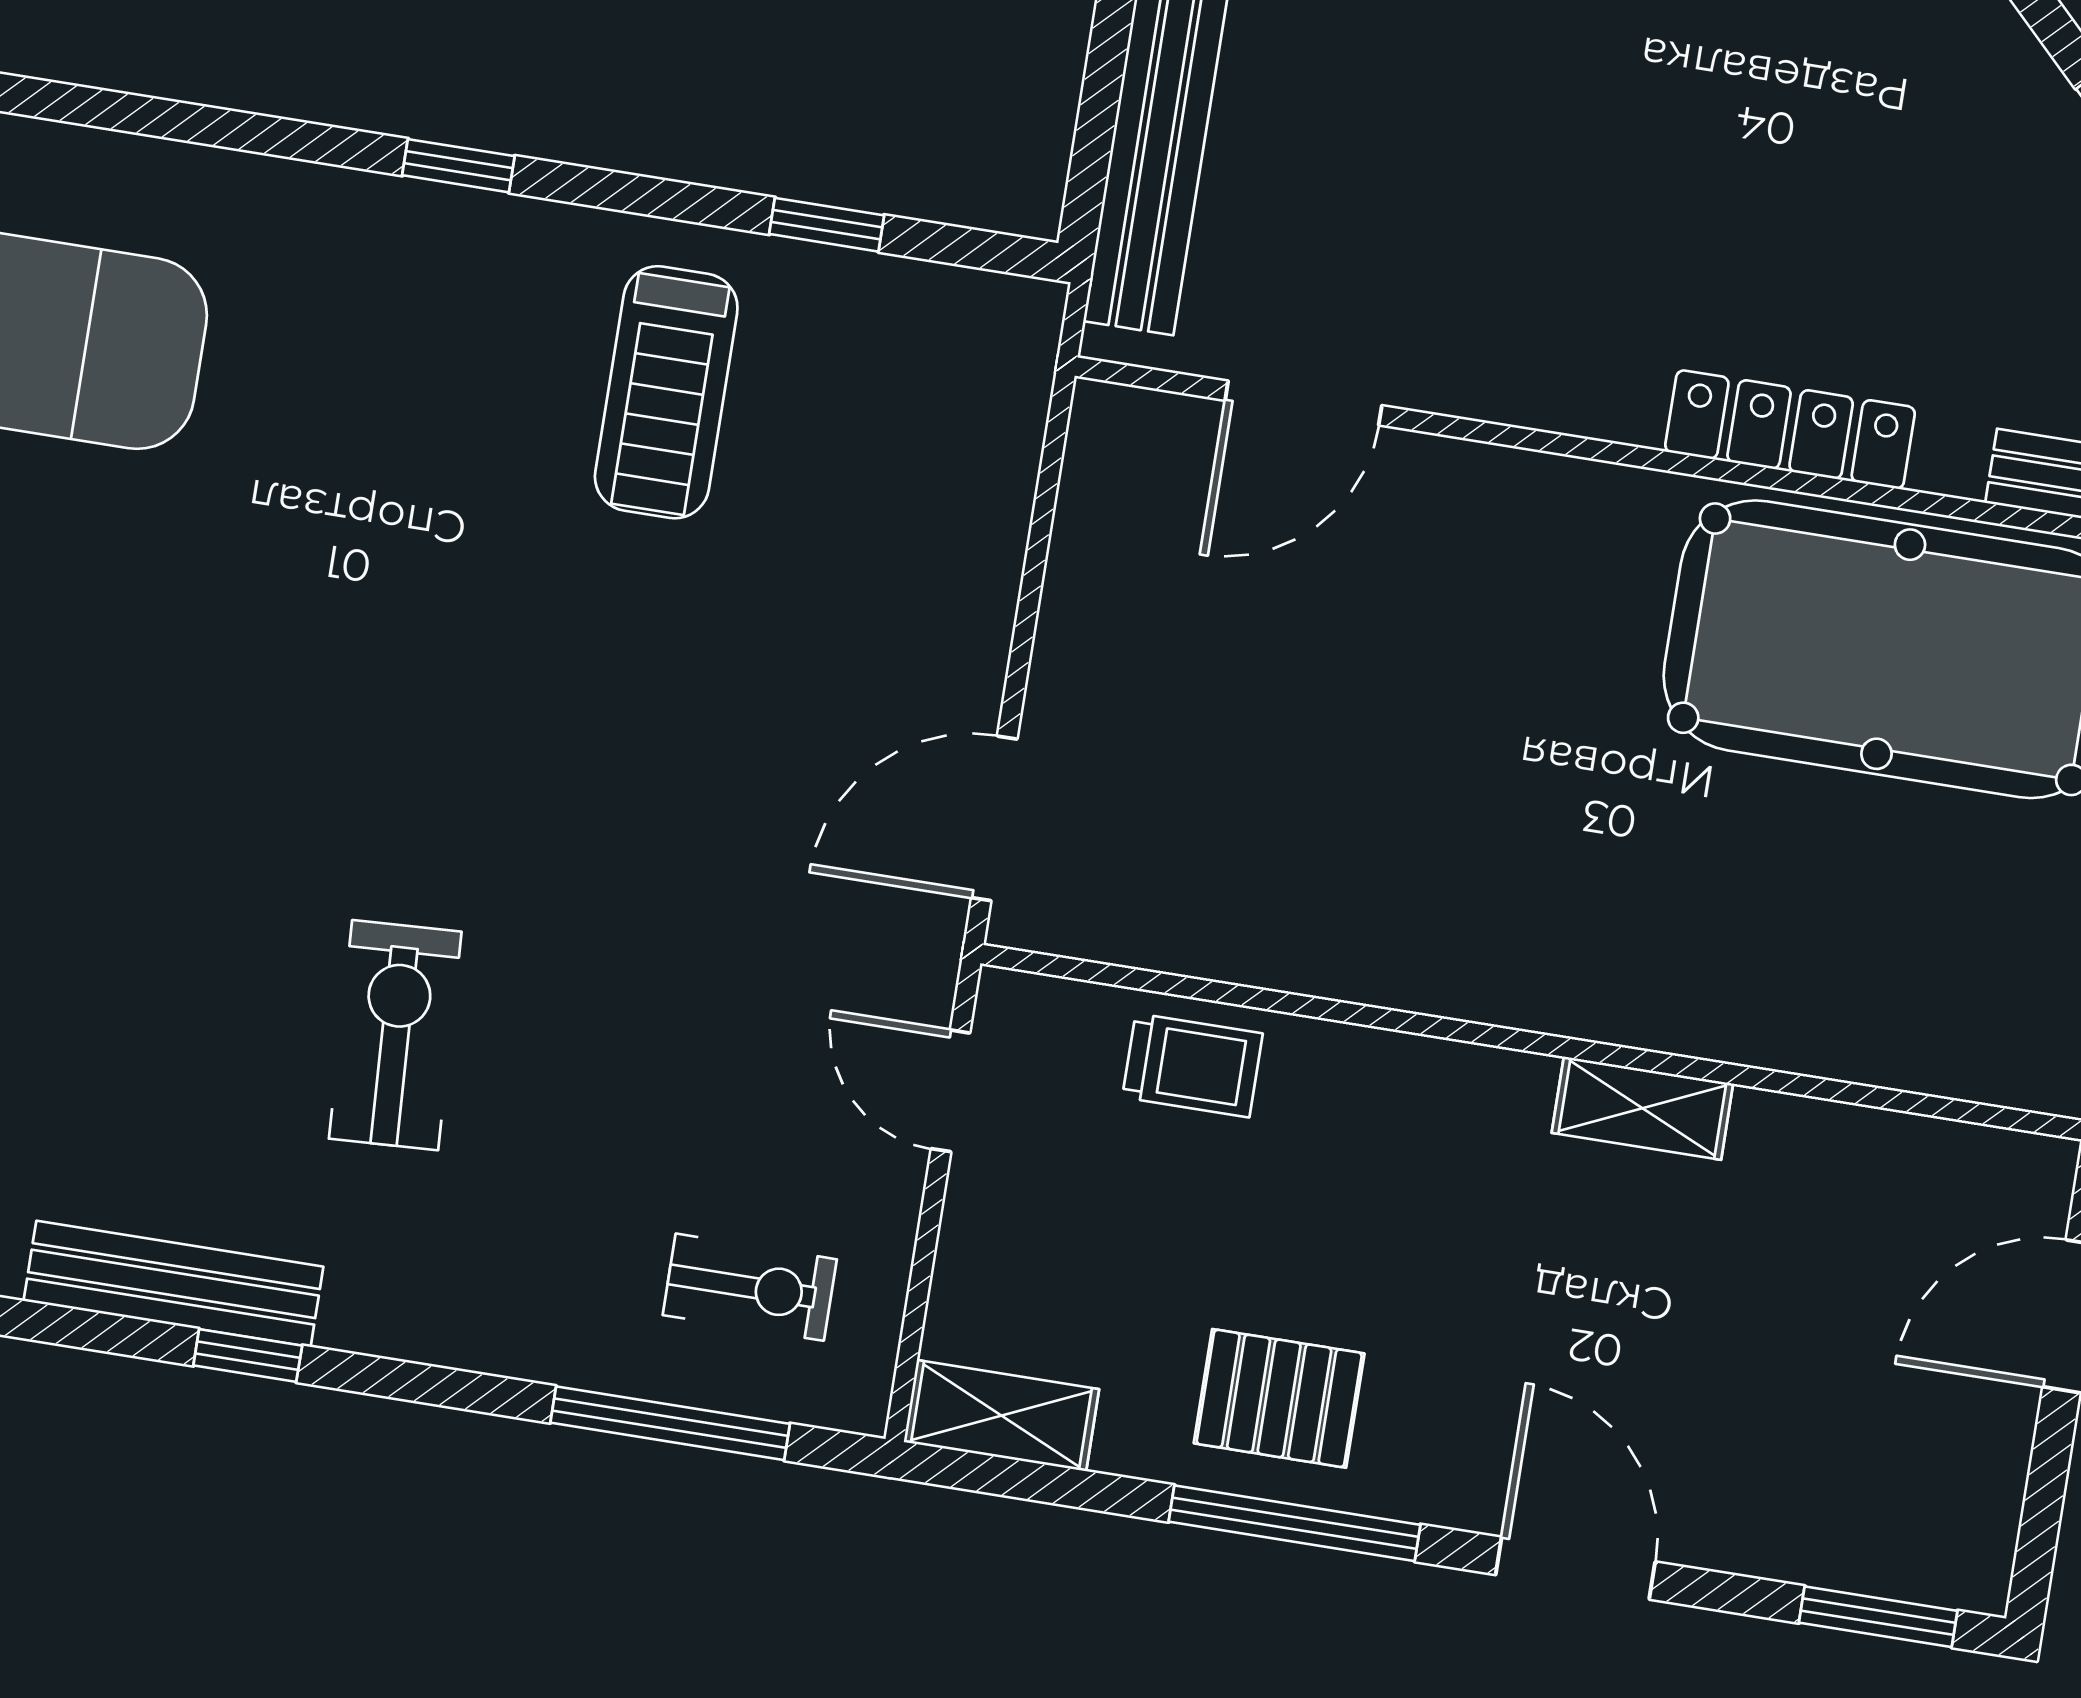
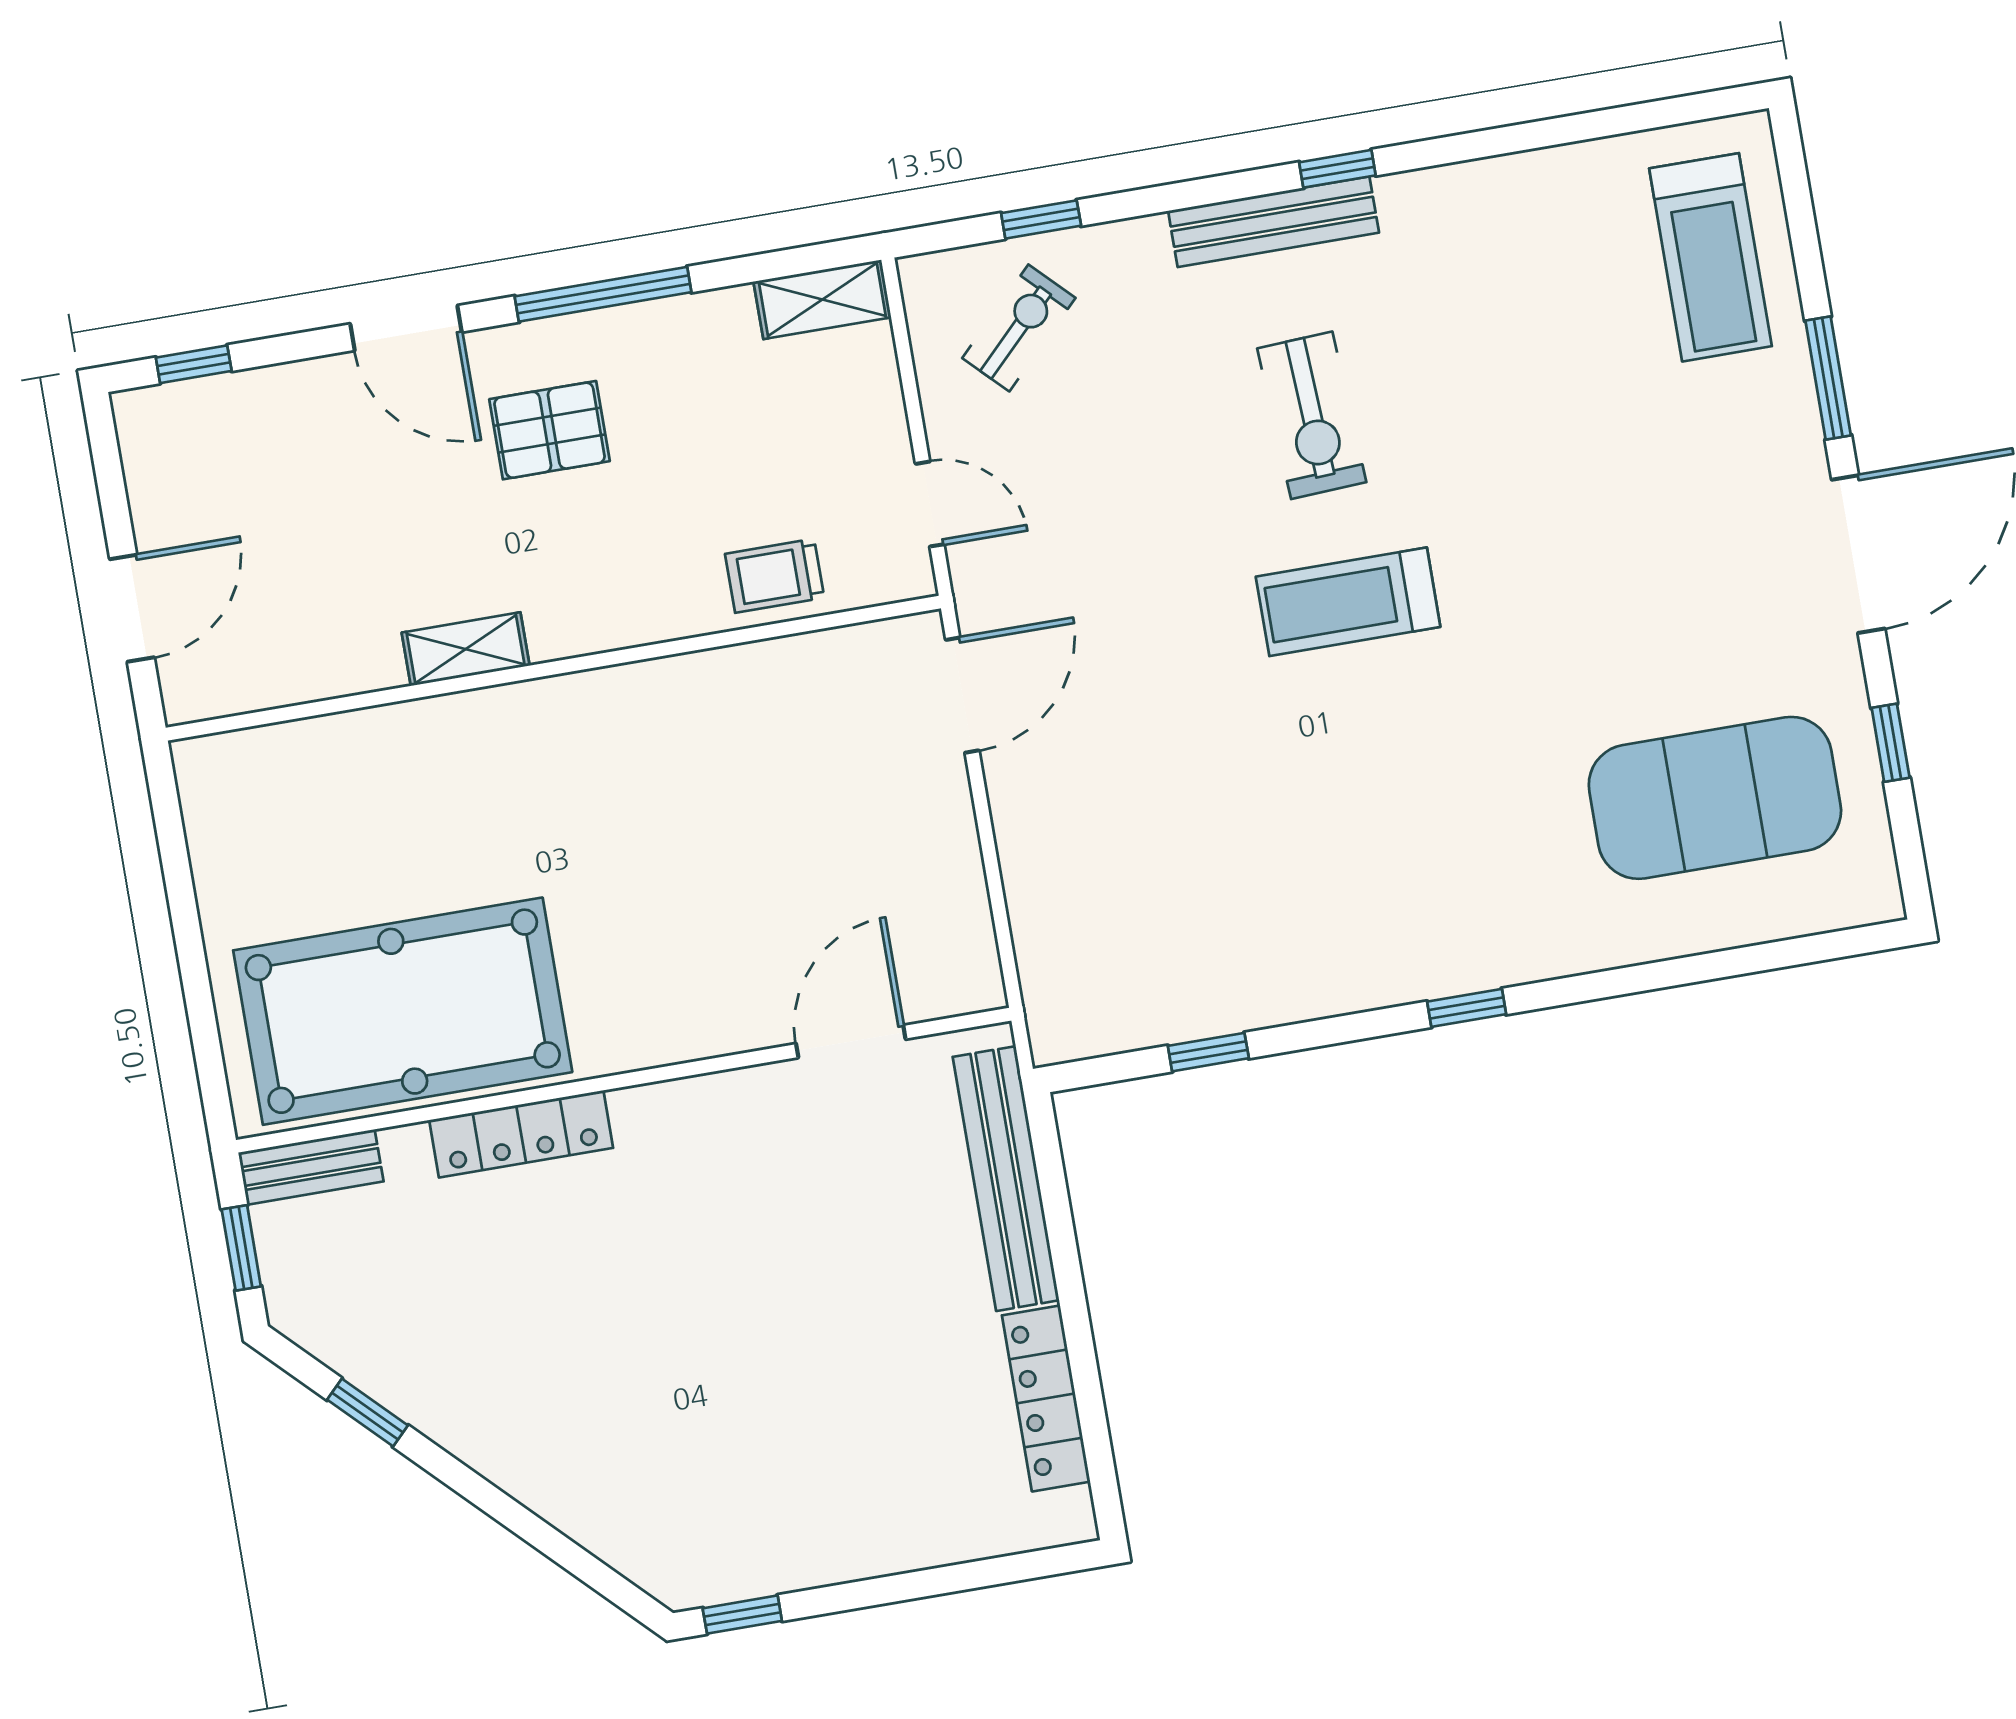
treadmill: (666, 392) -> (1348, 602), moved, turned -90
bench: (173, 1284) -> (1274, 222), moved
exercise bike: (750, 1287) -> (1019, 328), turned 135
pallet: (1279, 1398) -> (549, 430), moved
window: (670, 1423) -> (1041, 219), width x0.46
window: (1878, 1617) -> (194, 364), width x0.67

